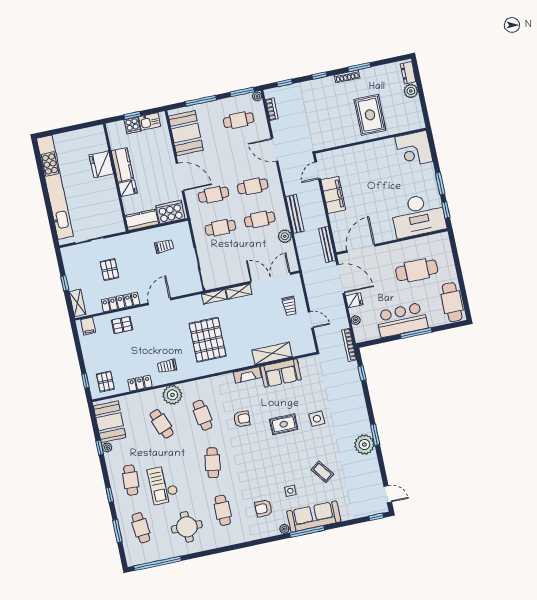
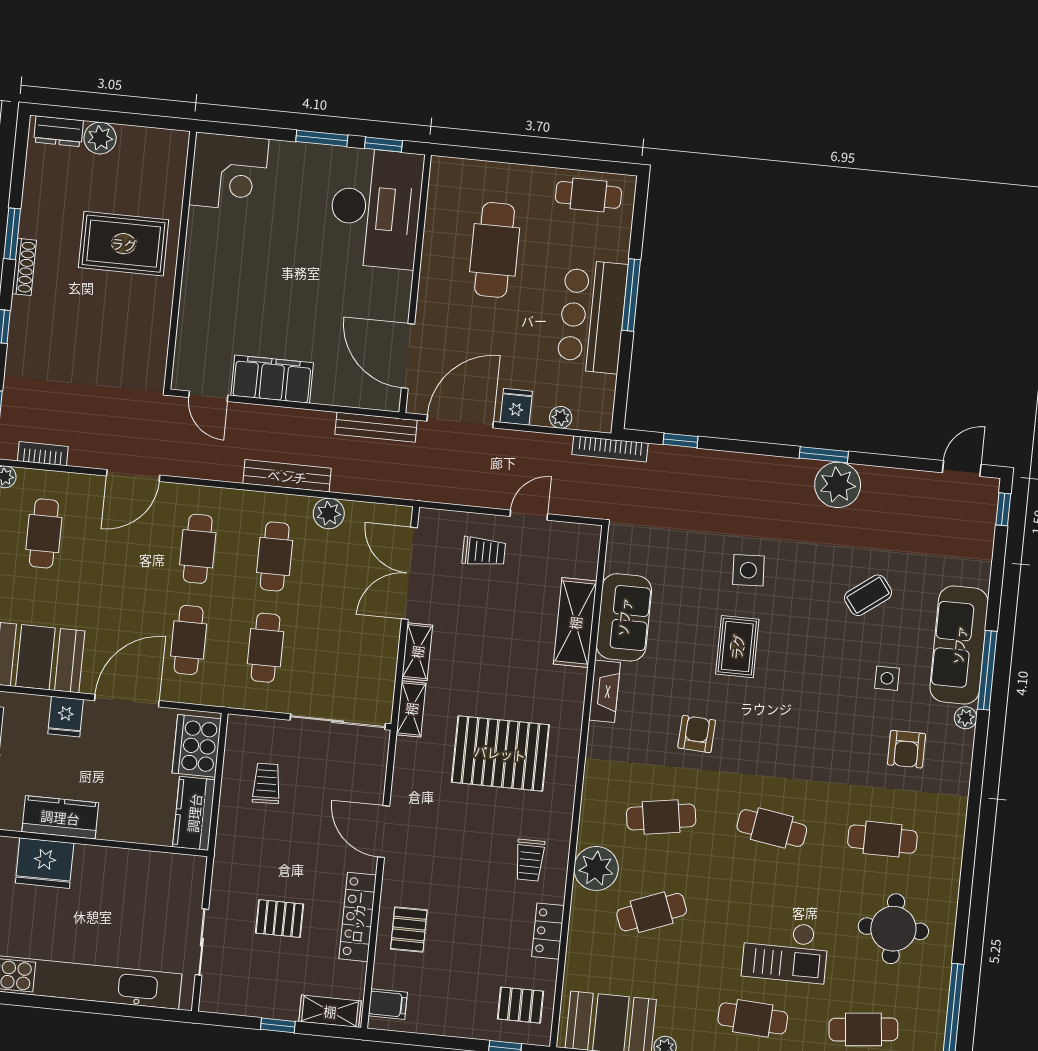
fridge: (128, 188) -> (66, 717), moved, turned 180
cafe table: (452, 302) -> (588, 195), width x0.73, depth x0.74

